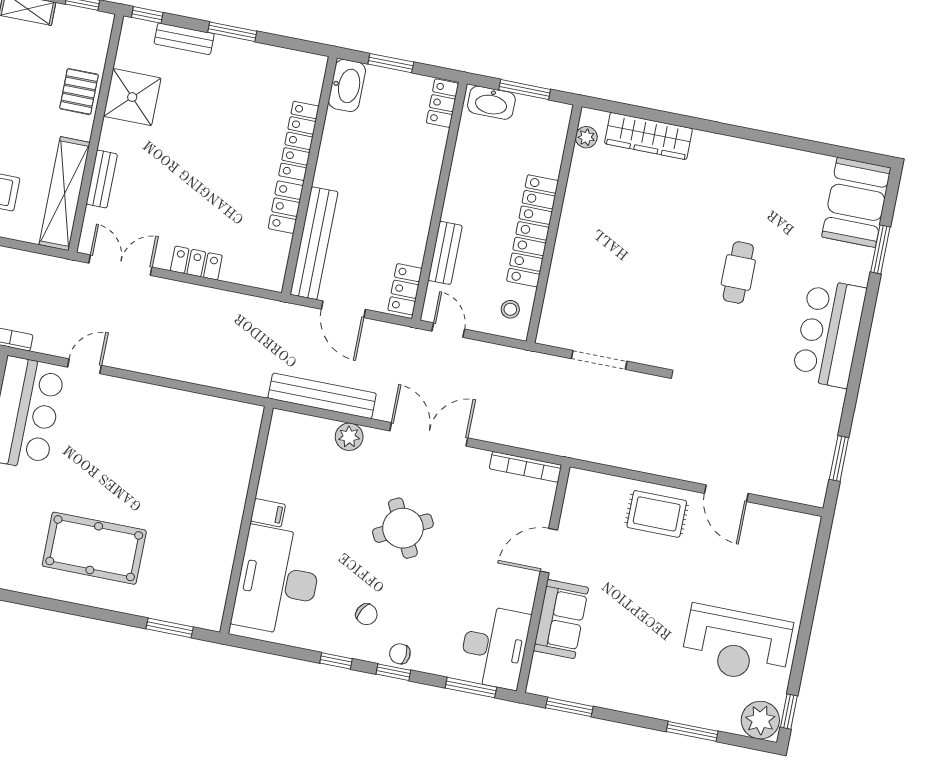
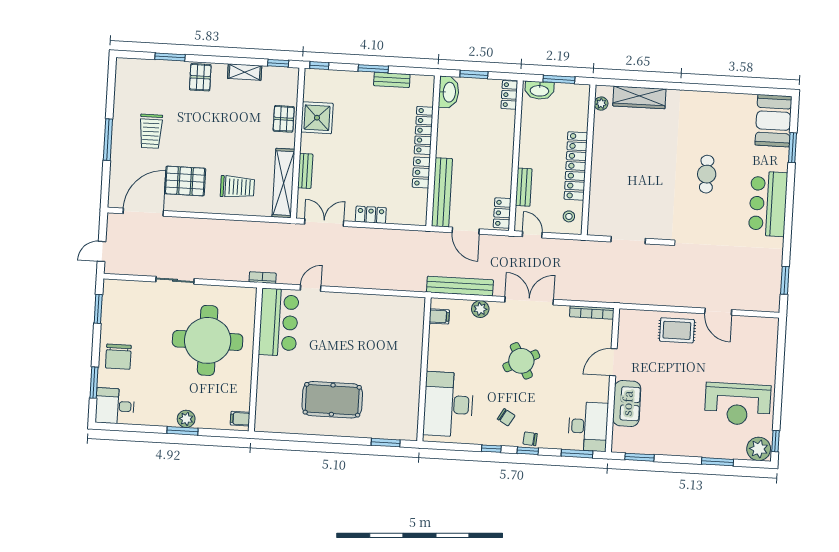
bench: (184, 39) -> (392, 80), moved
filing cabinet: (268, 513) -> (439, 316), moved

